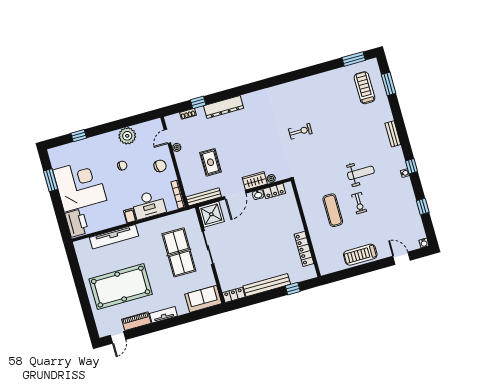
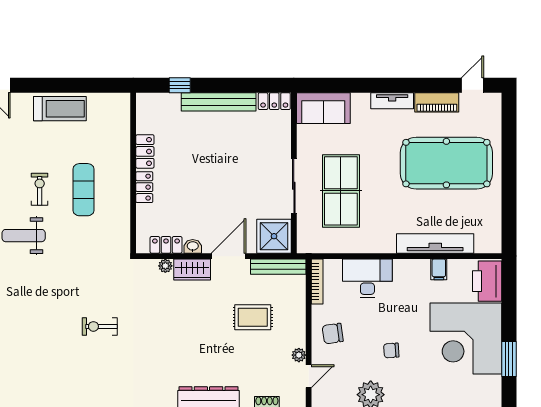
rug: (211, 162) -> (253, 317), turned 90
filing cabinet: (130, 216) -> (439, 269), moved
locker: (297, 222) -> (144, 187), added
locker: (304, 249) -> (145, 151), width x0.66

